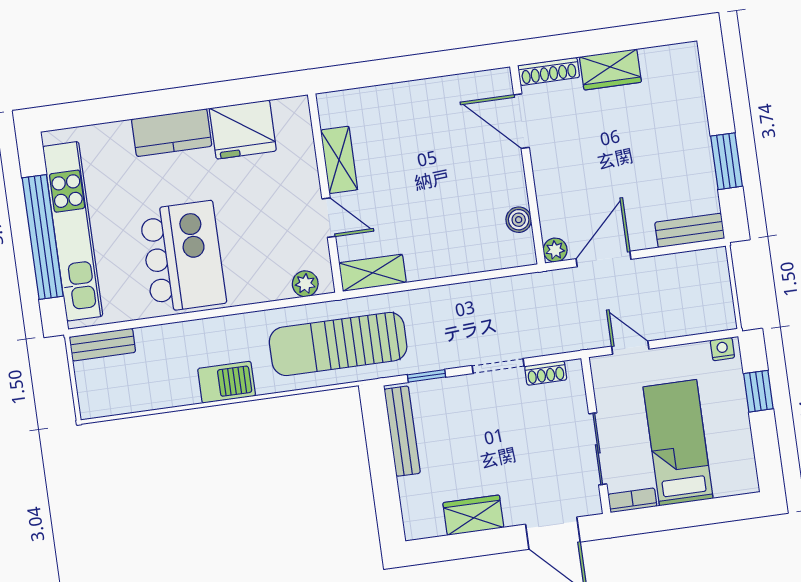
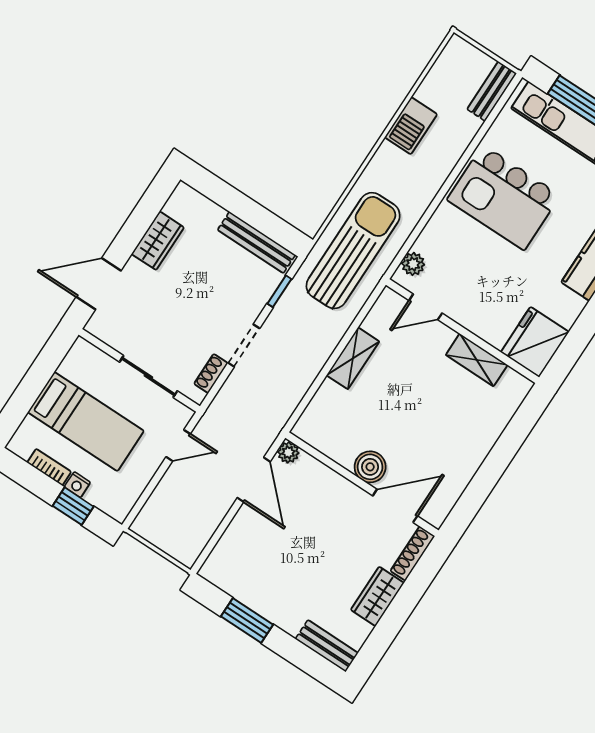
fridge: (243, 130) -> (535, 342), moved
door: (329, 218) -> (426, 307), moved
boiler: (519, 220) -> (370, 467), moved, width x1.36, depth x1.36
bench: (690, 230) -> (327, 646), moved, turned 90
shelving: (373, 273) -> (353, 358), moved
nightstand: (722, 349) -> (77, 485), moved, turned 90
barbecue: (227, 382) -> (411, 126), moved
sliding door: (598, 449) -> (148, 377), moved
bookcase: (632, 500) -> (49, 467), moved, turned -90

